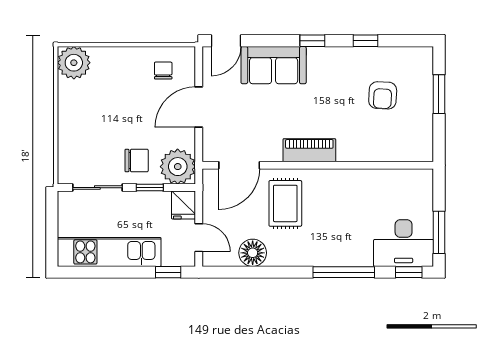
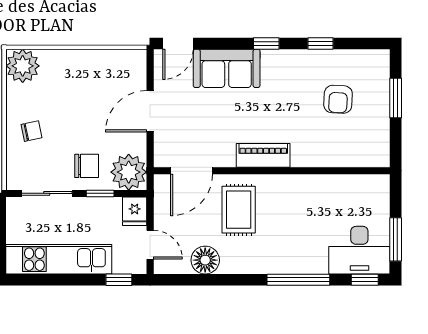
chair: (163, 71) -> (32, 131), moved, turned 78

